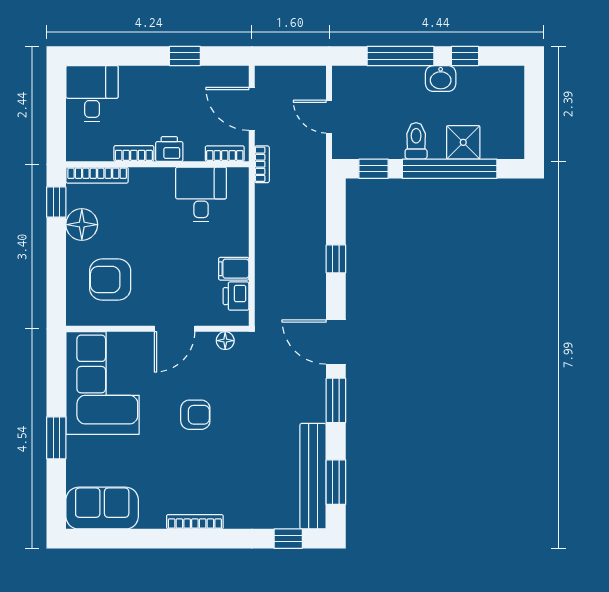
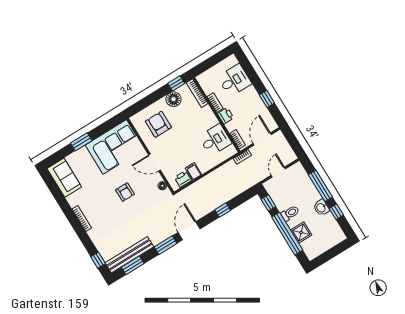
desk: (92, 94) -> (234, 80), moved

